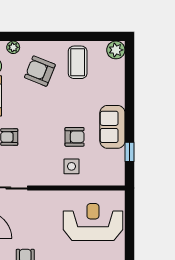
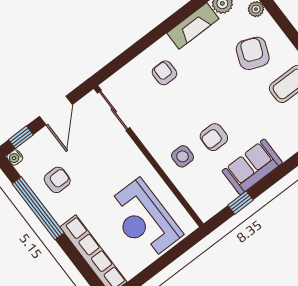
armchair: (75, 137) -> (214, 137), turned 90
reception desk: (93, 222) -> (144, 220), turned 180

